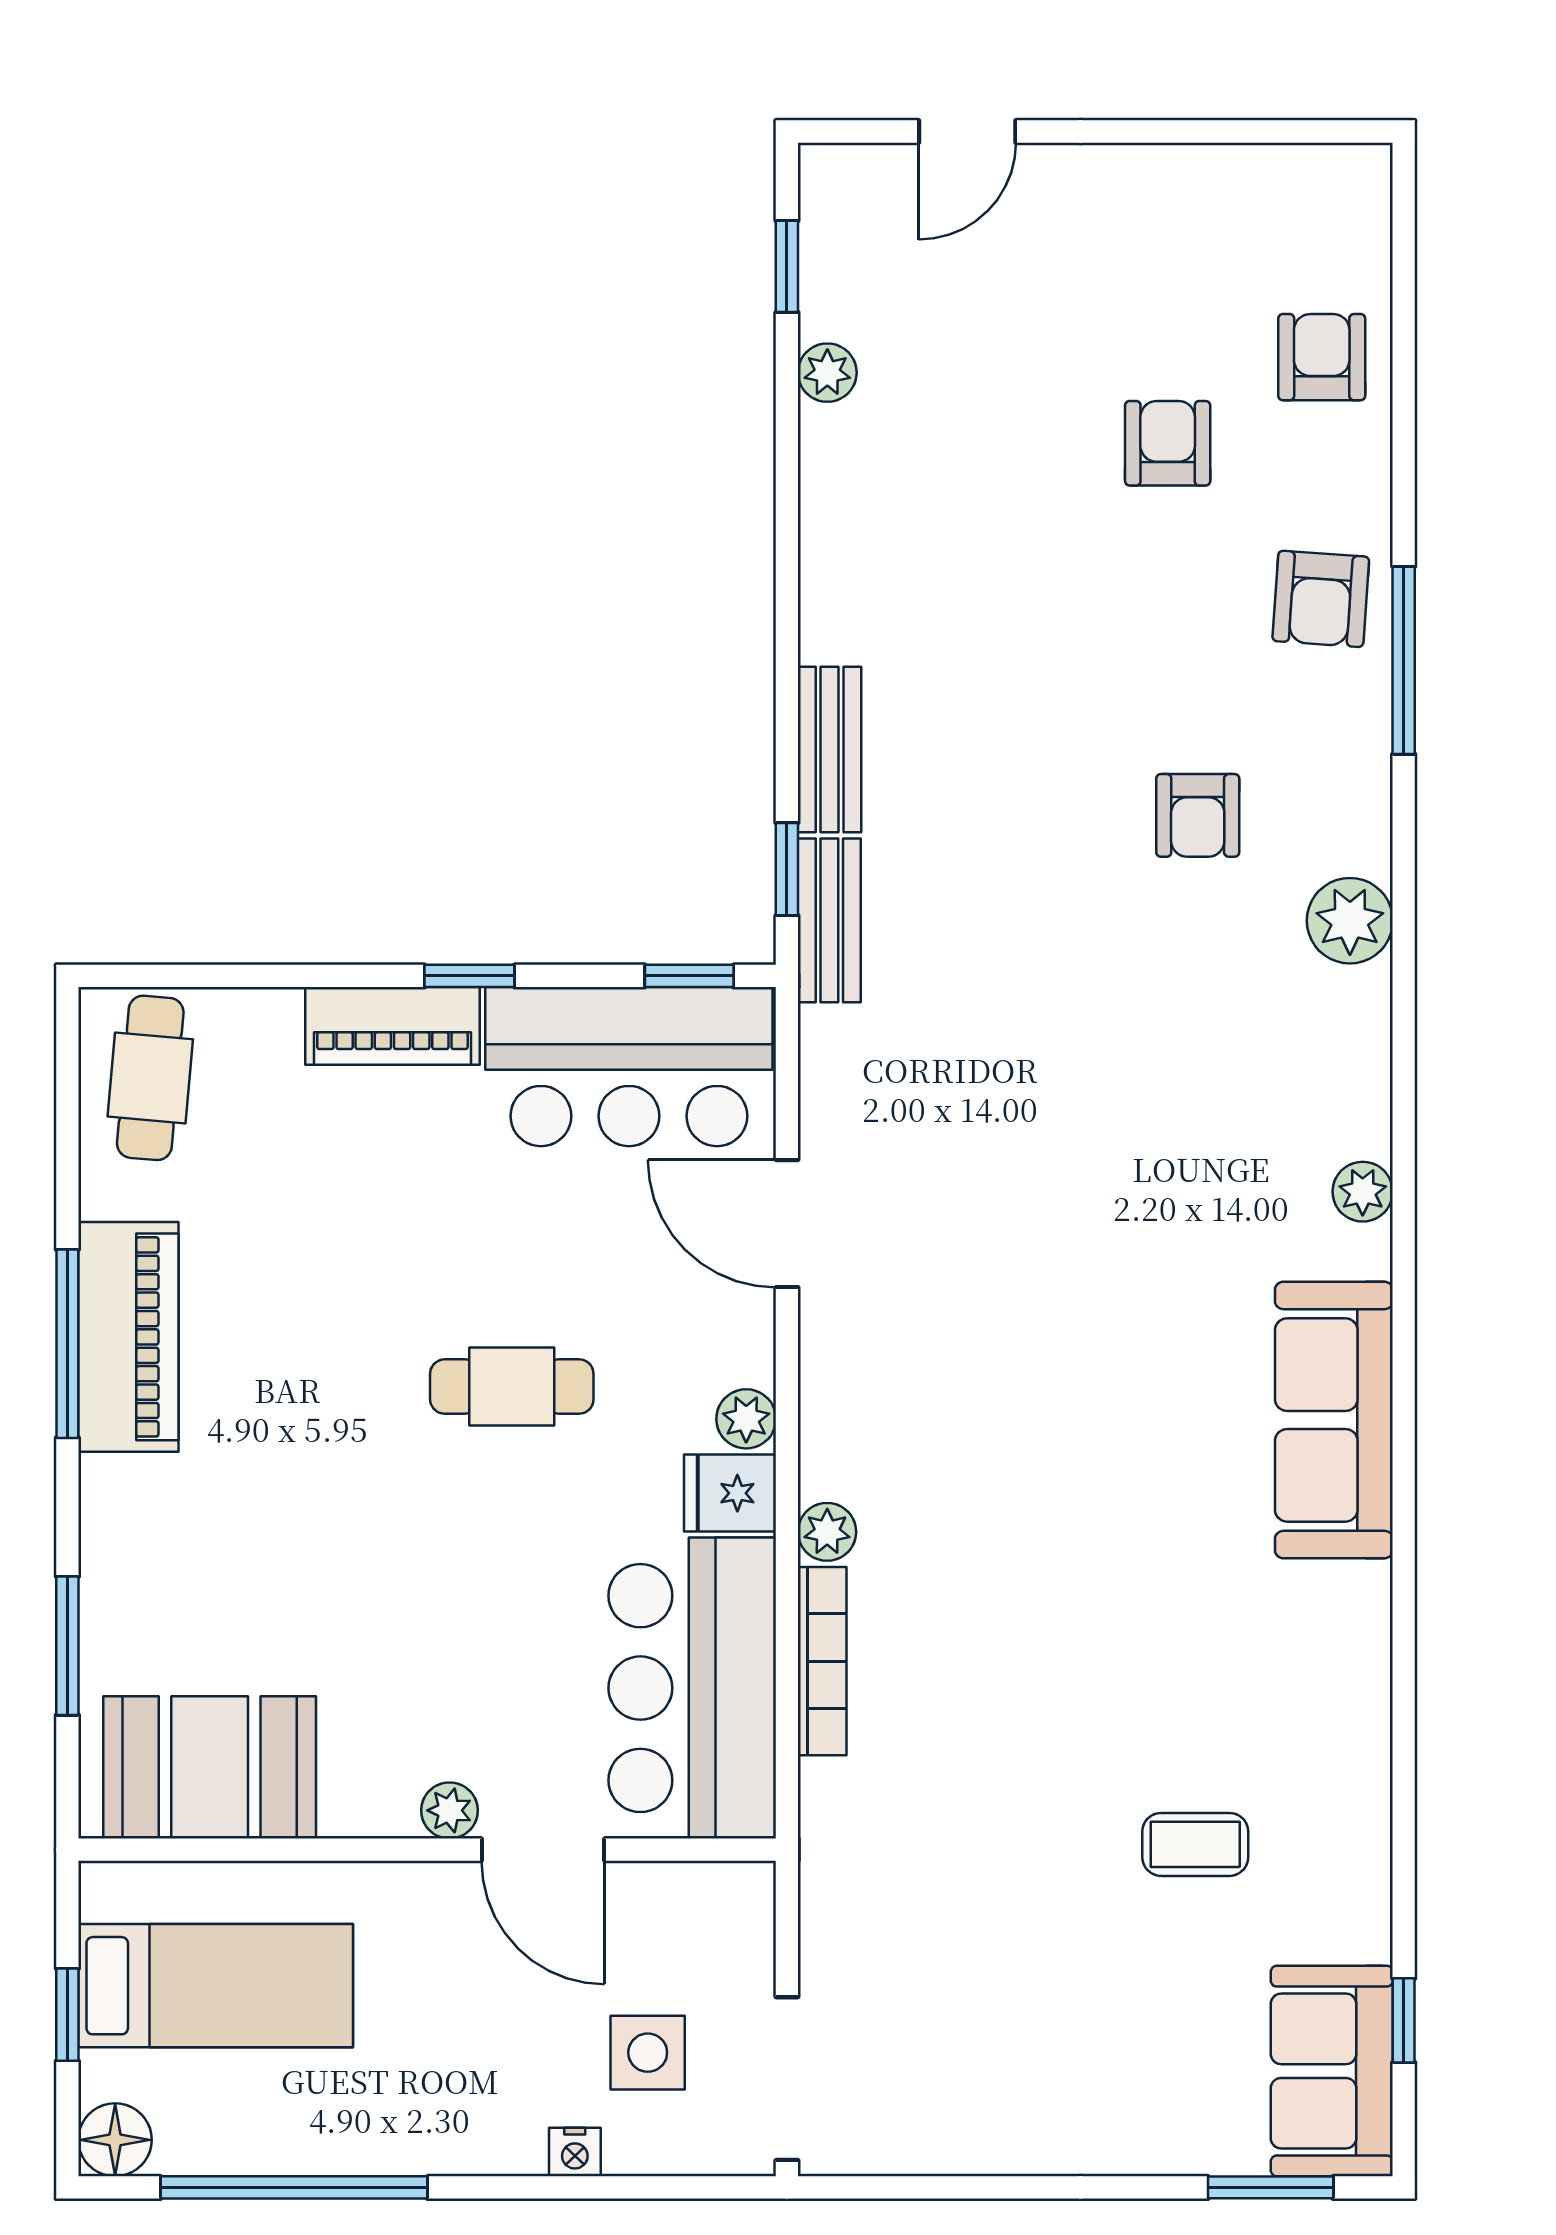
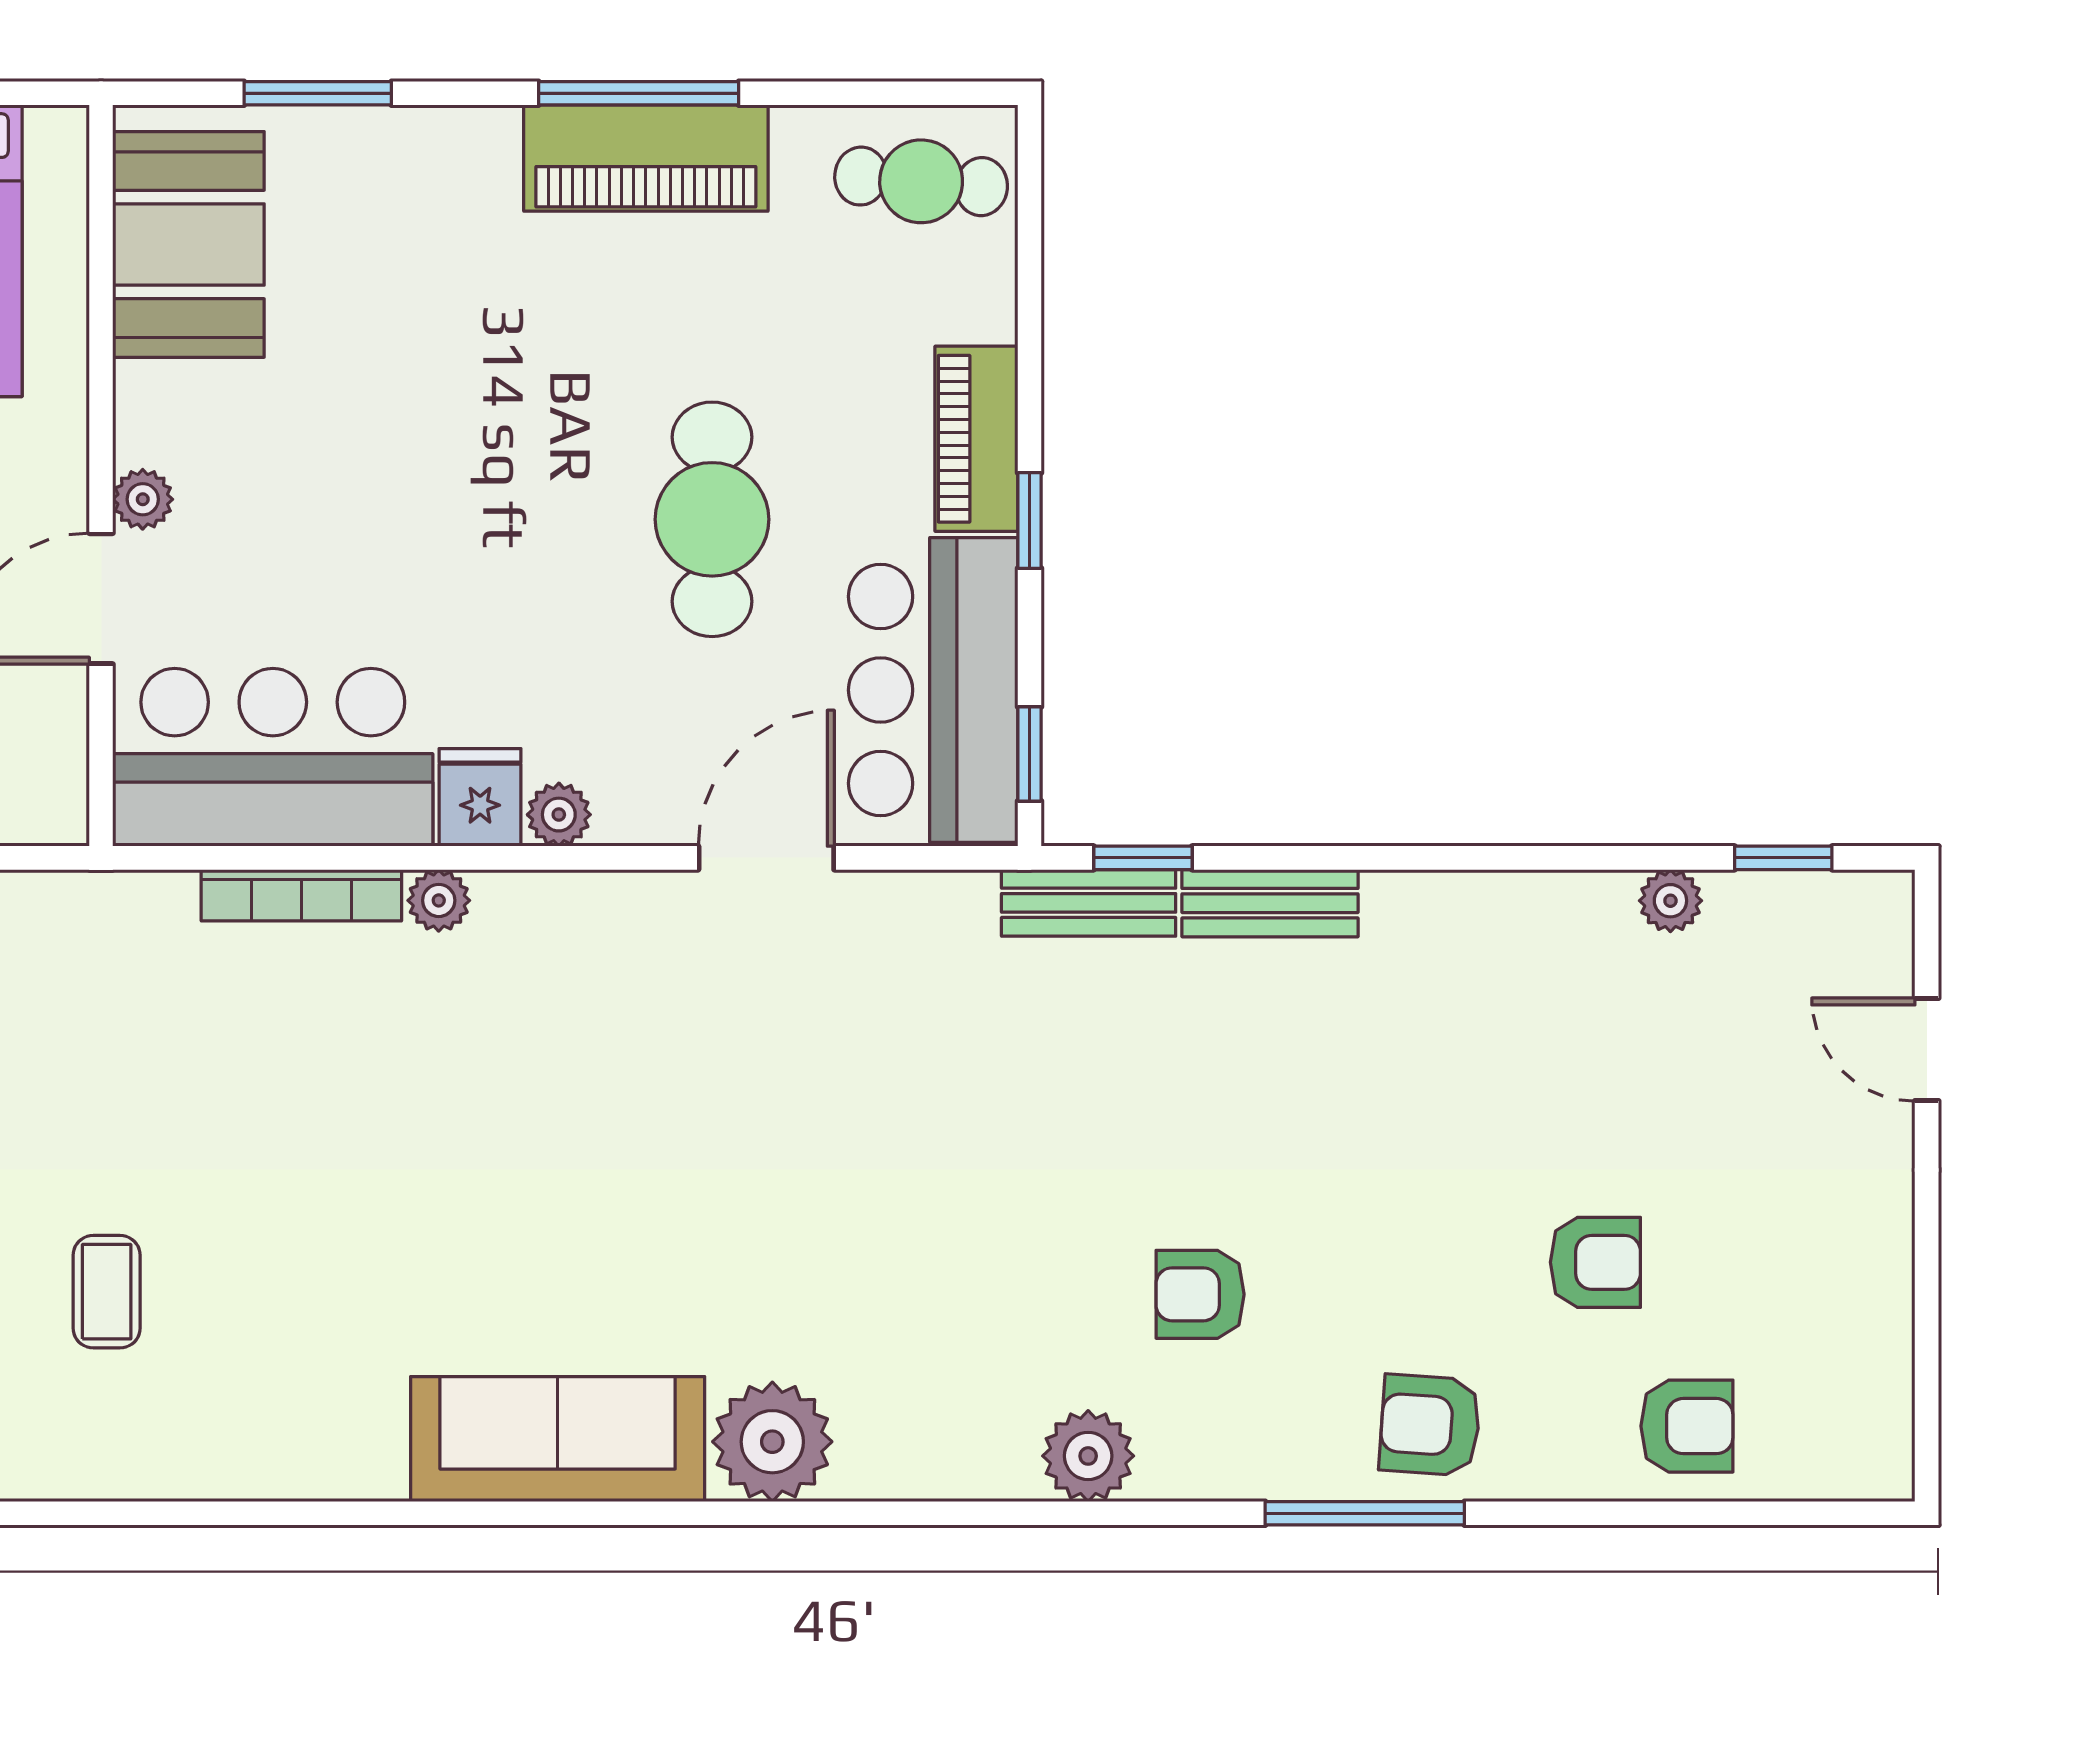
plant: (1363, 1192) -> (772, 1442), width x1.87, depth x1.87
cafe table: (512, 1387) -> (712, 519), moved, width x1.37, depth x1.35

